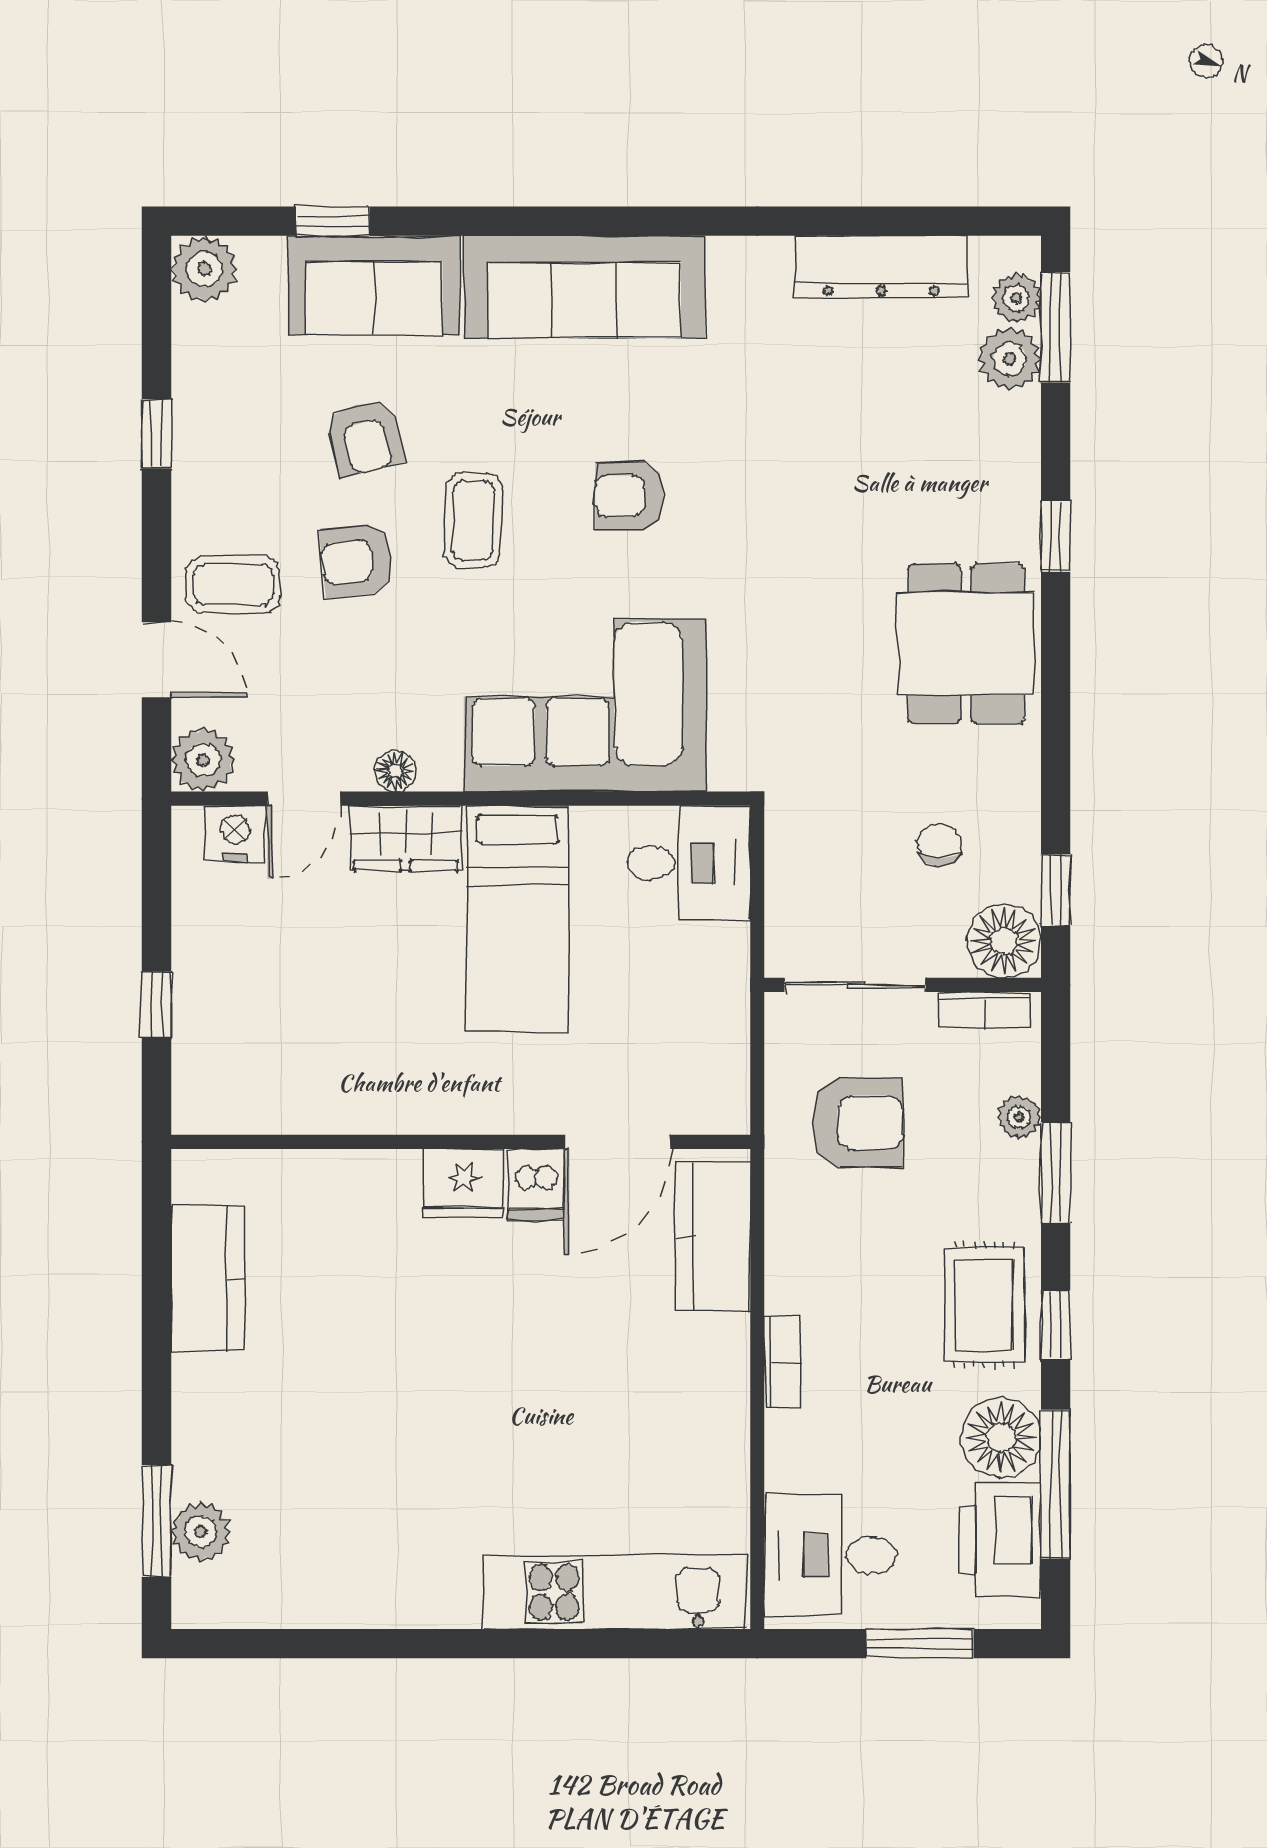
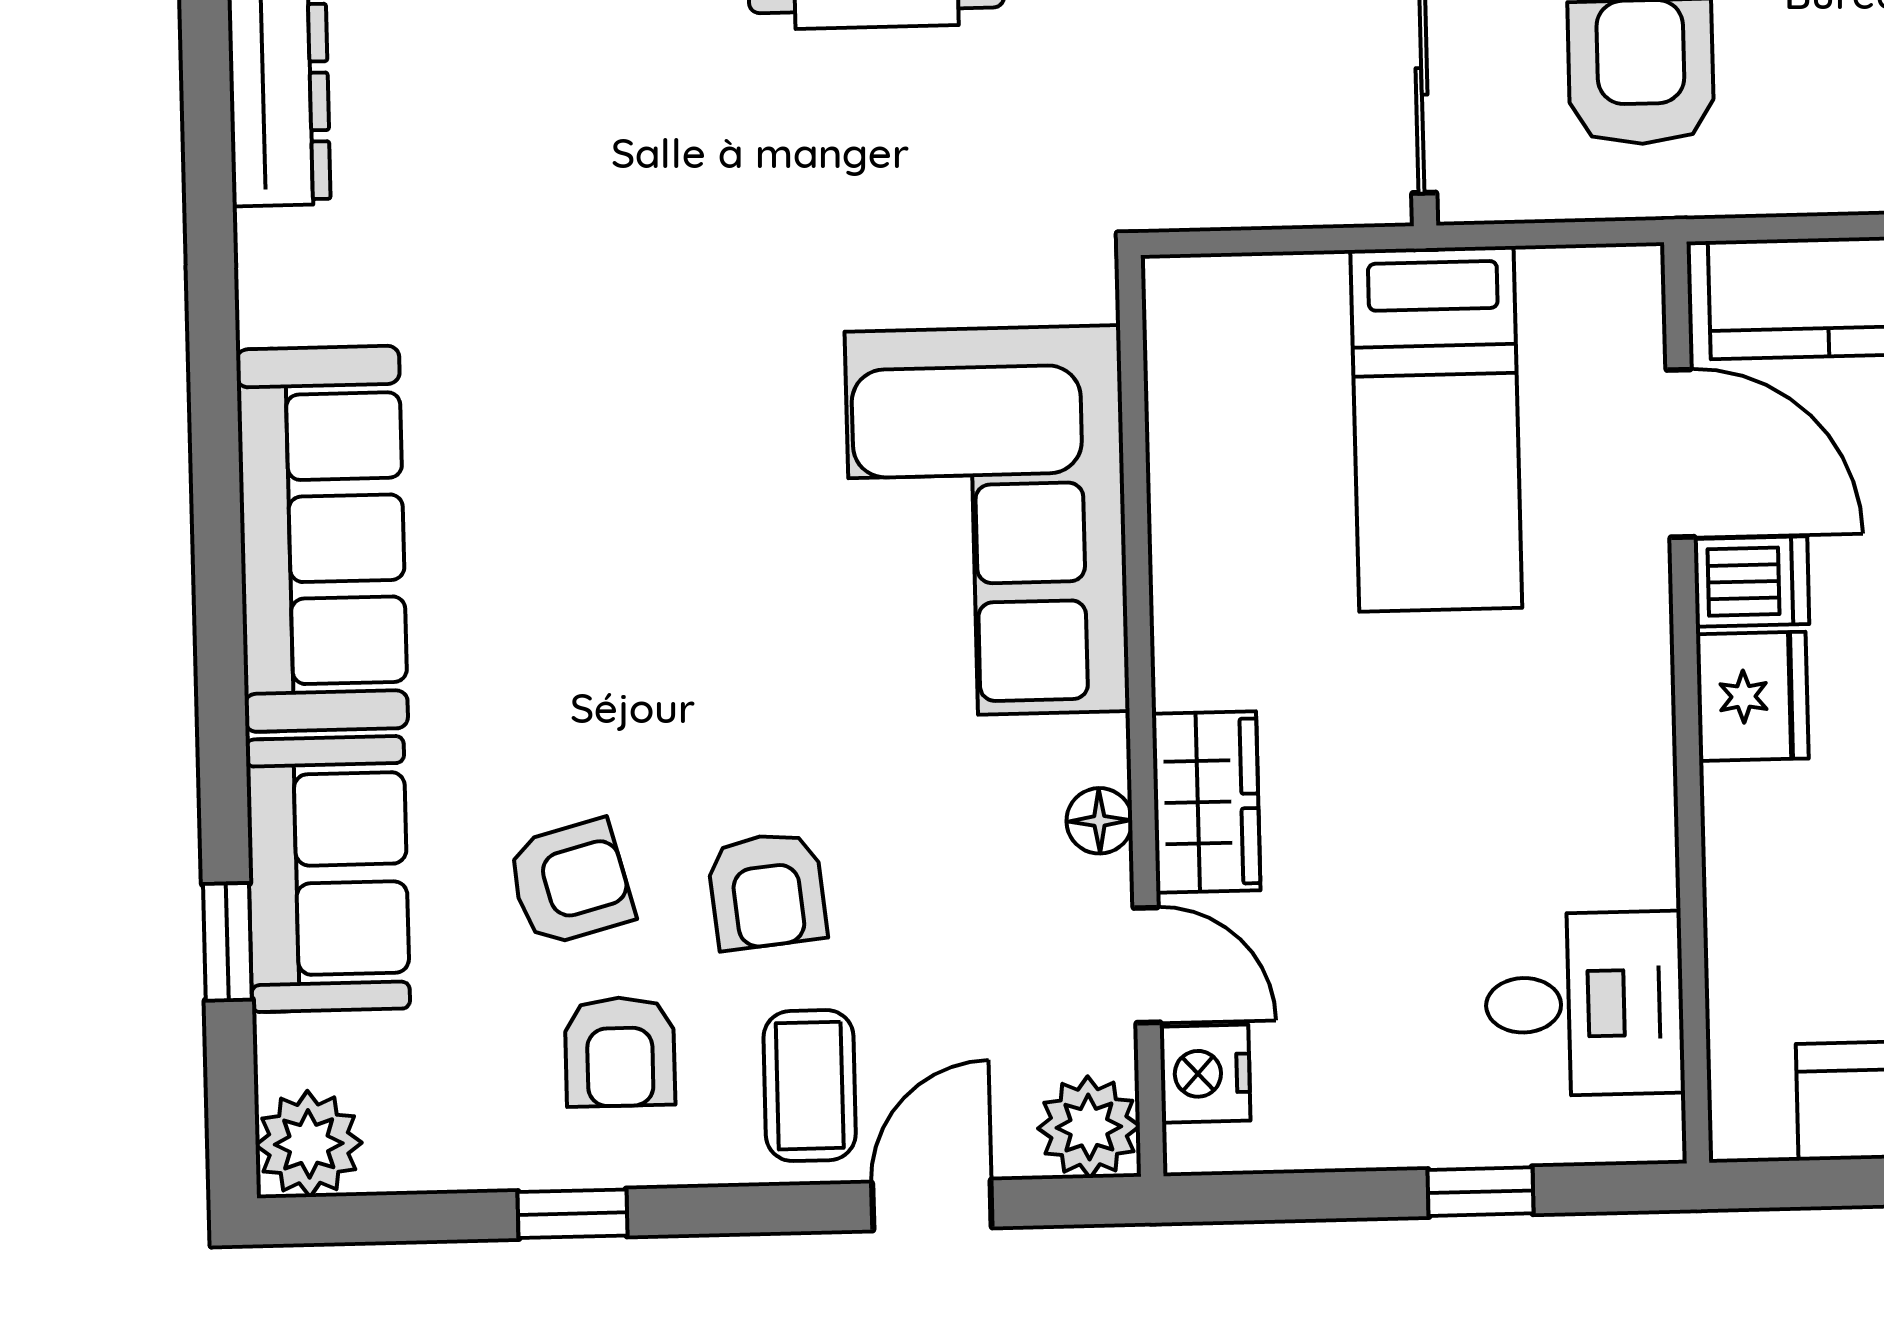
armchair: (629, 496) -> (620, 1052), moved
coffee table: (473, 520) -> (698, 707), removed
desk: (688, 863) -> (1585, 1004), moved, turned 90
bed: (518, 919) -> (1436, 429), moved, turned 90

